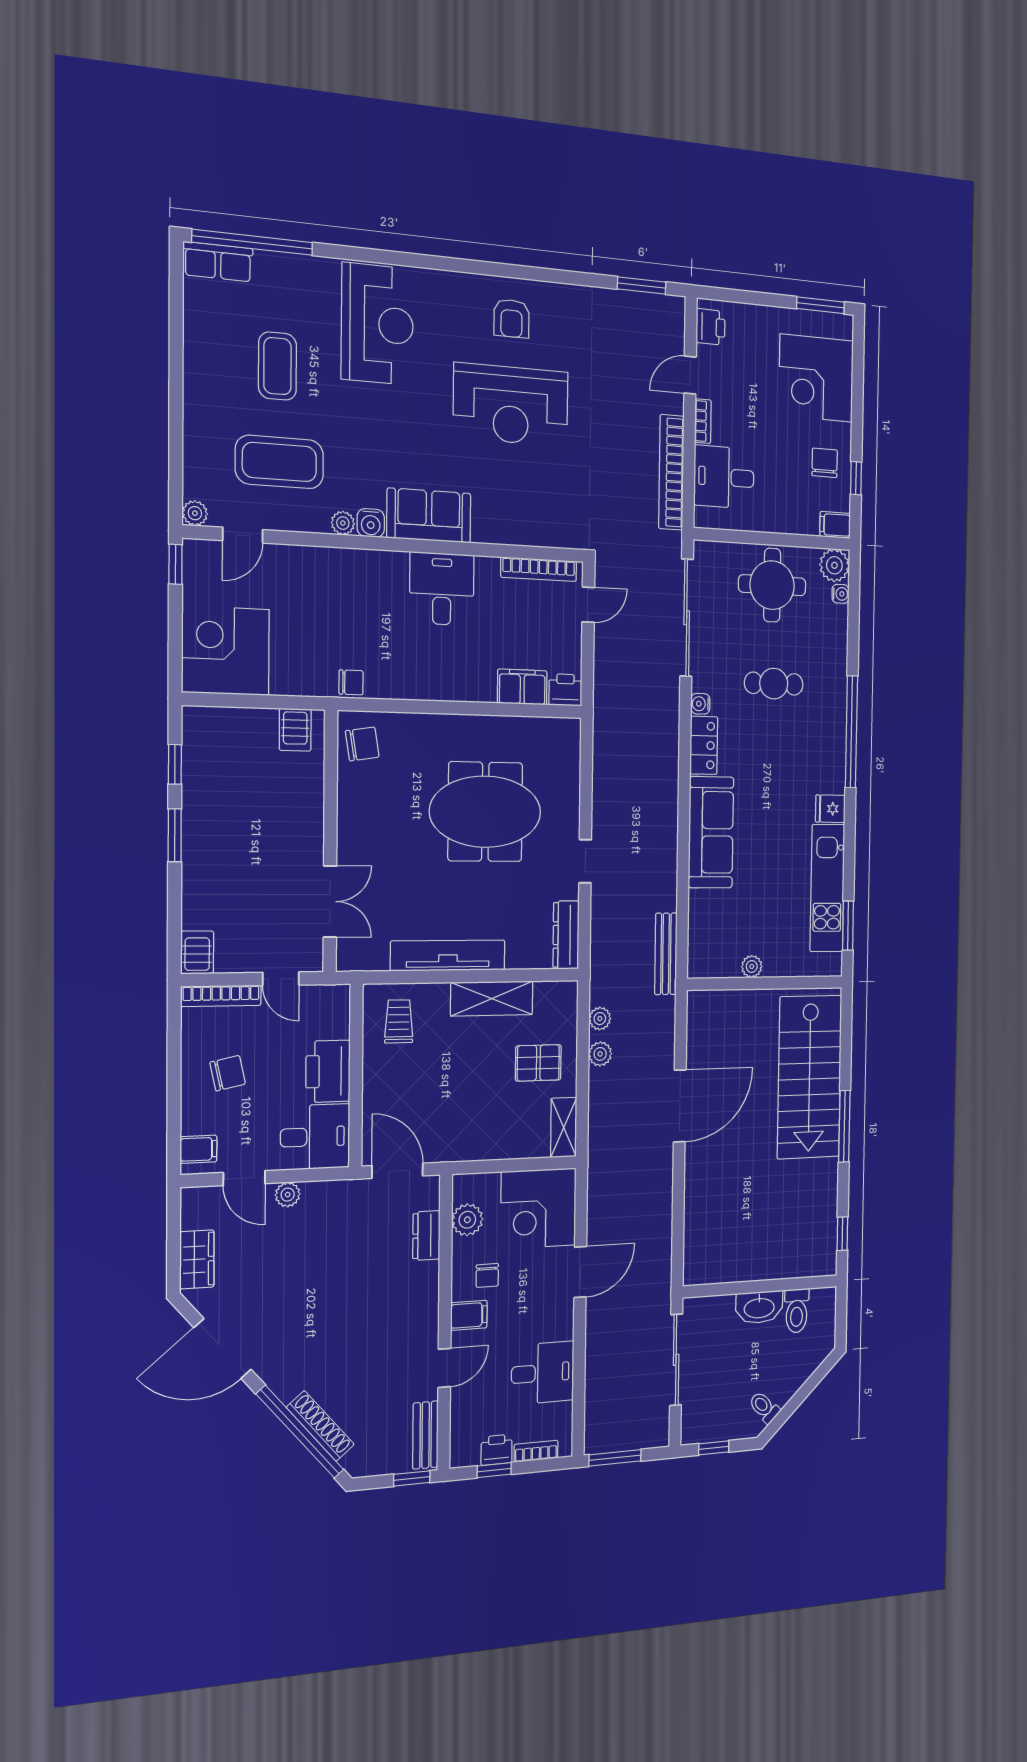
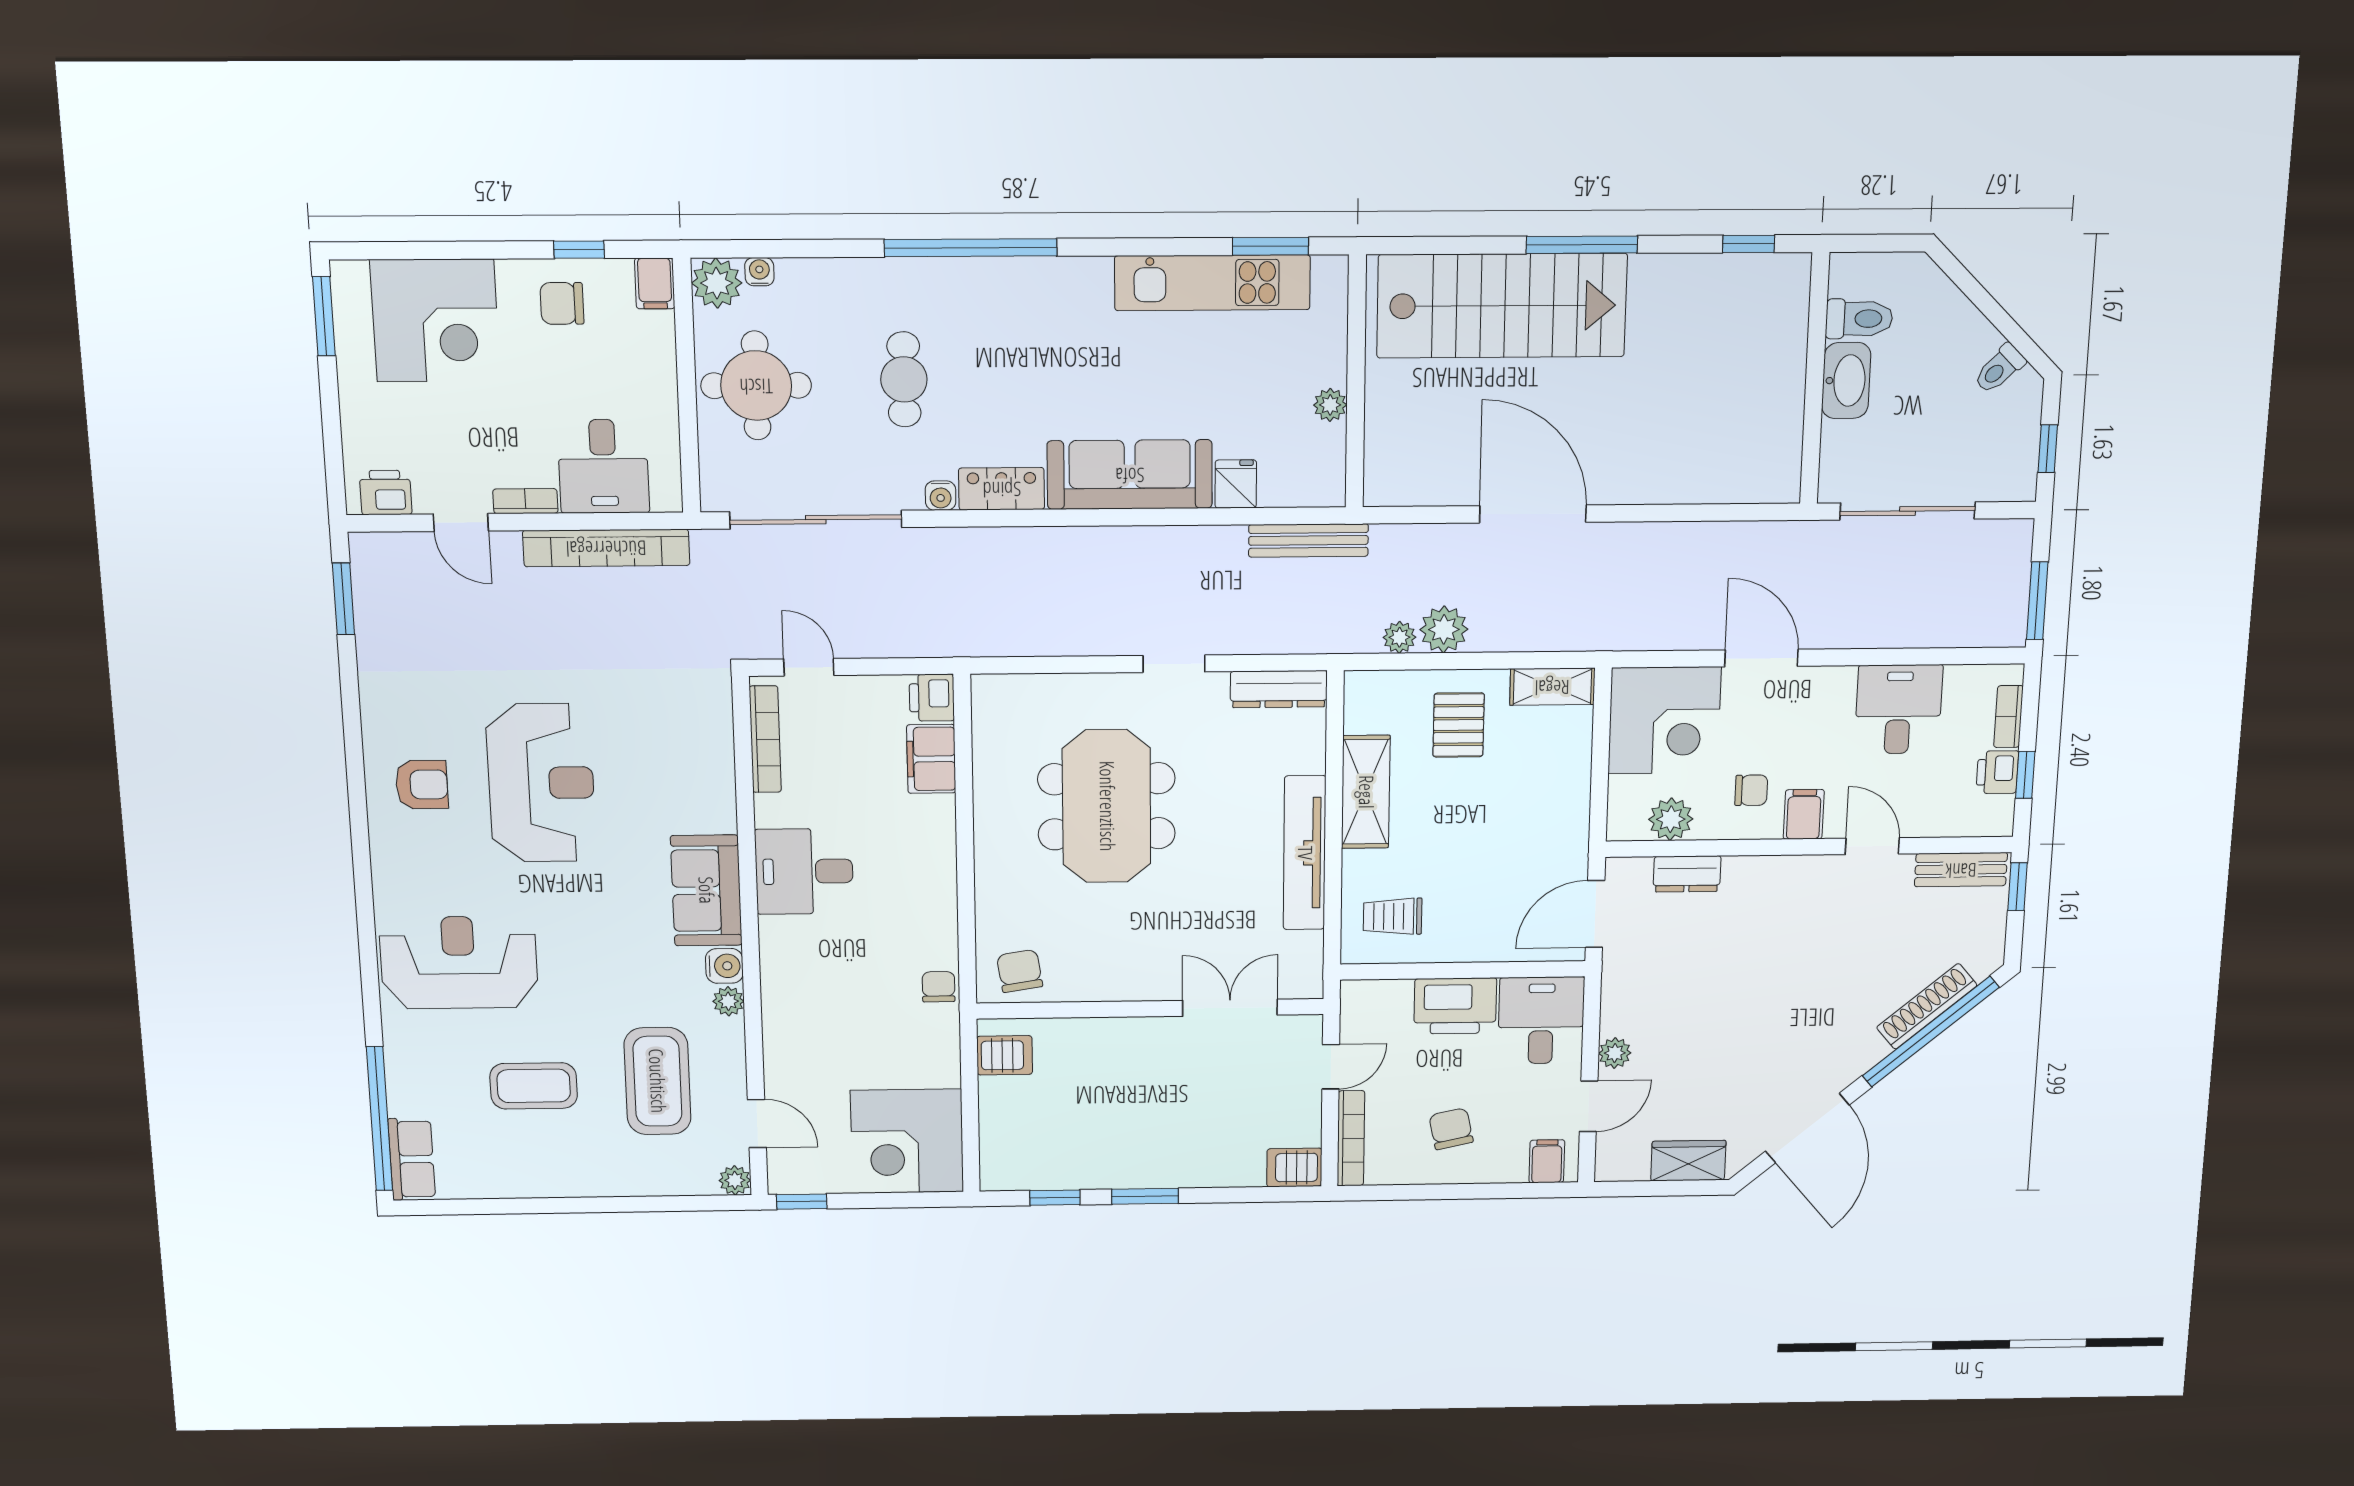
fridge: (830, 809) -> (1236, 484), moved, turned 180
plant: (600, 1054) -> (1444, 629), width x1.38, depth x1.38

